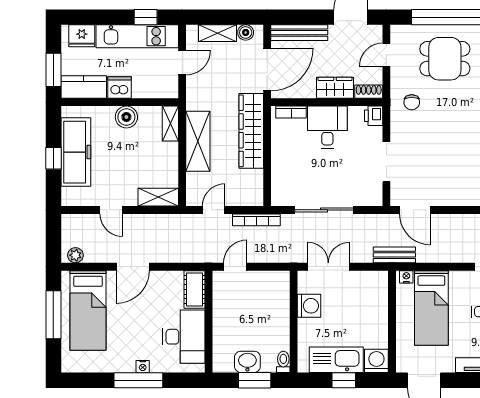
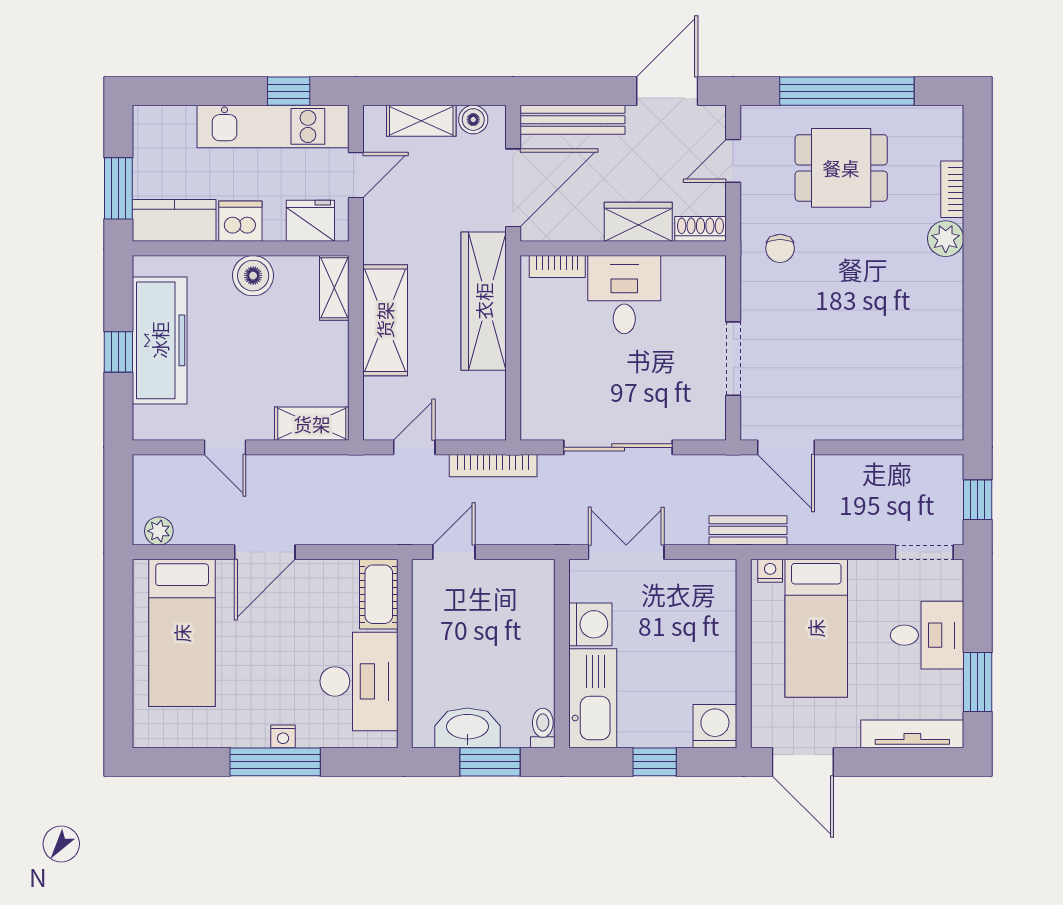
fridge: (82, 36) -> (310, 221), moved, turned 180
printer: (374, 116) -> (710, 273), removed
window: (53, 315) -> (118, 641), removed
kitchen sink: (336, 360) -> (593, 698), moved, turned 90
washbasin: (247, 362) -> (467, 728), width x1.38

